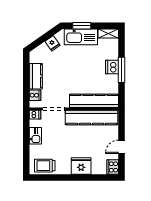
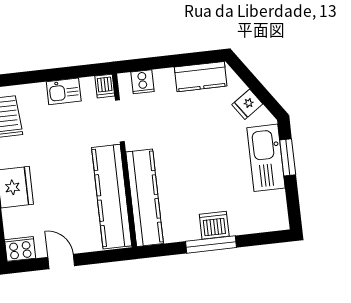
shelving: (108, 34) -> (279, 210), removed
kitchen counter: (36, 76) -> (201, 77), moved

